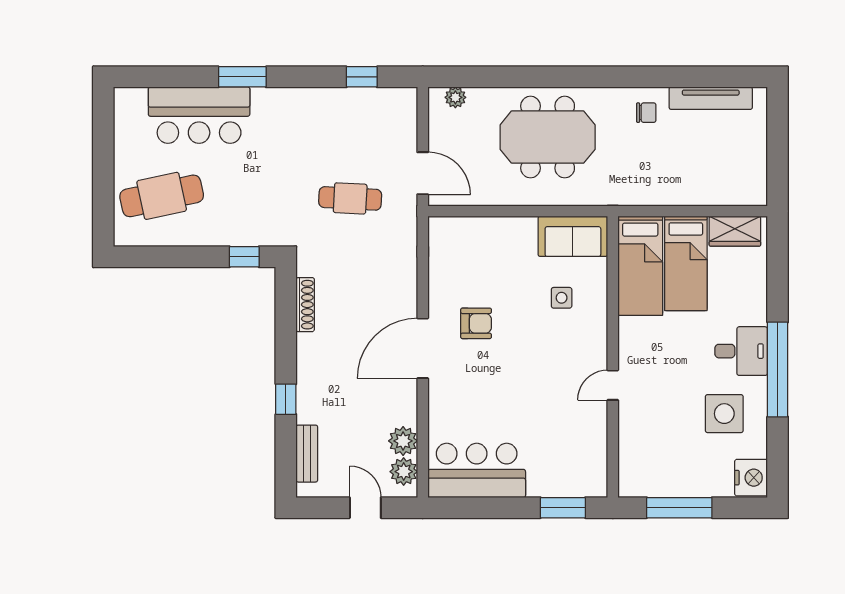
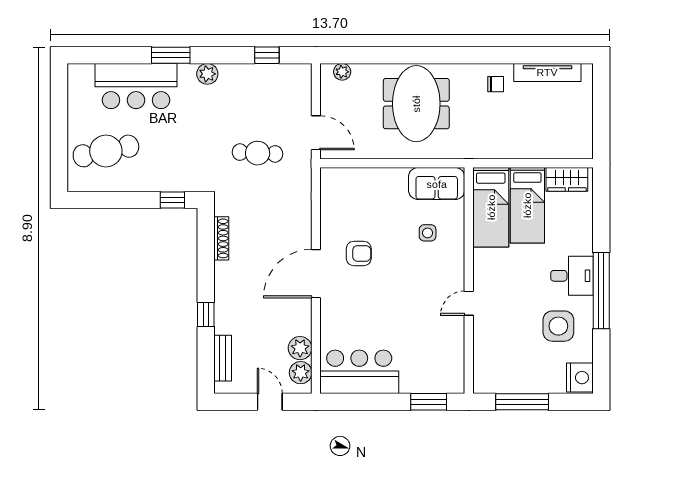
plant: (288, 100) -> (207, 74), added
meeting table: (548, 137) -> (416, 104), turned 90

